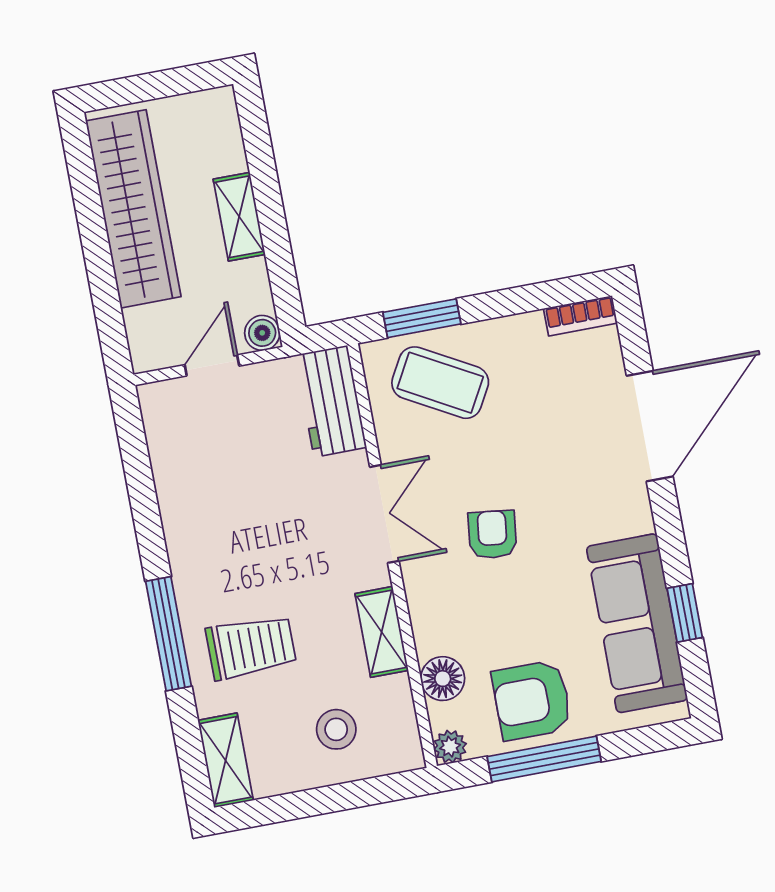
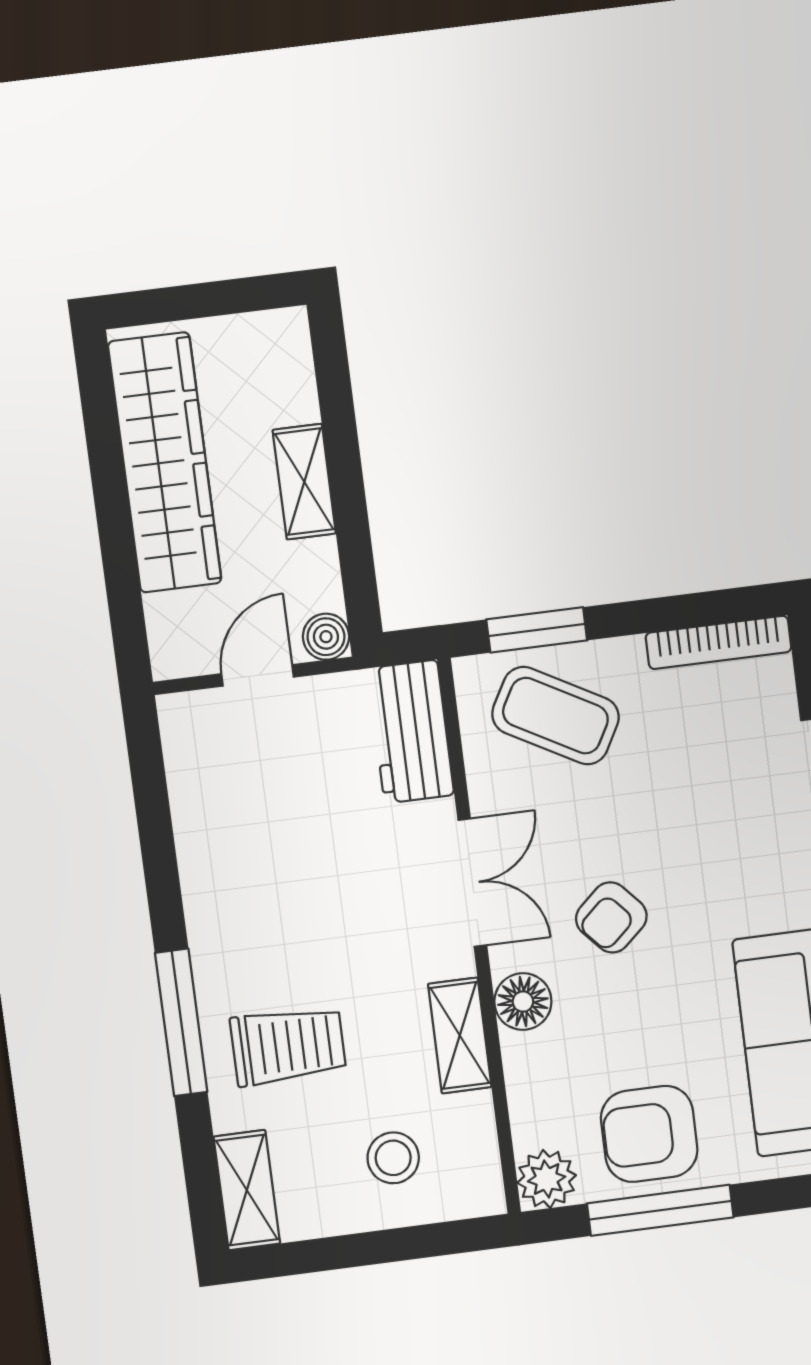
bookcase: (580, 316) -> (719, 642), width x1.56
armchair: (492, 535) -> (611, 917), turned -139
floor lamp: (443, 679) -> (523, 1002), moved
plant: (450, 747) -> (547, 1179), width x1.38, depth x1.38

